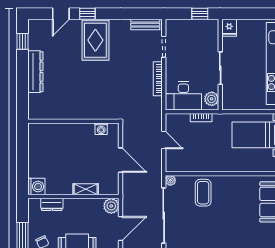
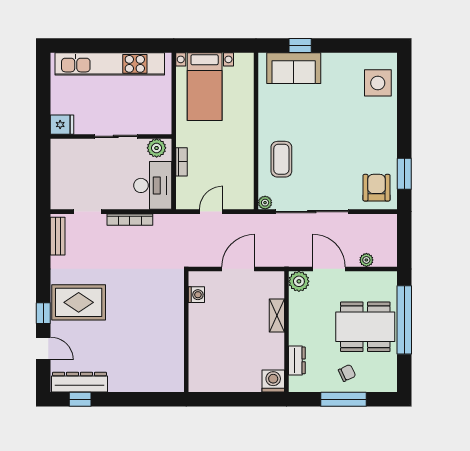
window: (200, 14) -> (43, 163), removed
dresser: (35, 72) -> (80, 382), moved
coffee table: (203, 193) -> (281, 159), turned 90

